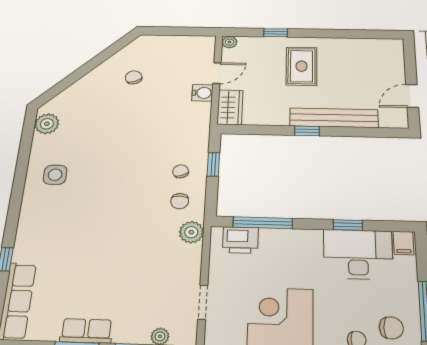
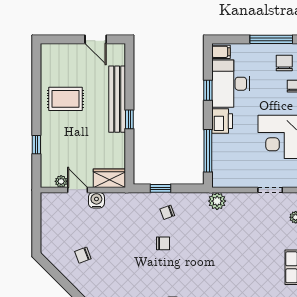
plant: (229, 42) -> (61, 181), moved
rug: (302, 66) -> (65, 99), moved
chair: (180, 201) -> (163, 243), moved
printer: (240, 240) -> (222, 121), moved

